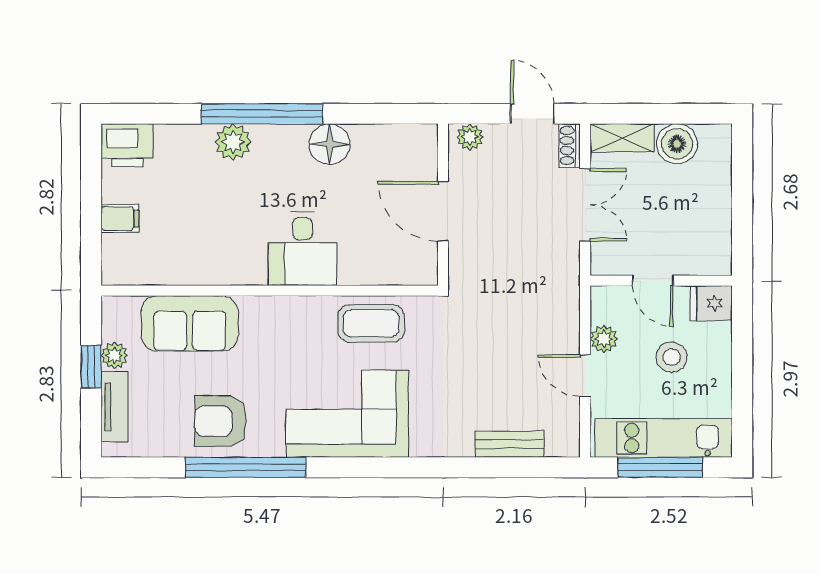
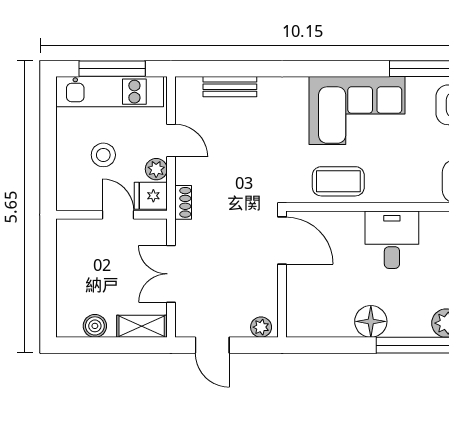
boiler: (677, 144) -> (95, 326), width x0.73, depth x0.73
shoe rack: (570, 145) -> (183, 202), moved
door: (443, 211) -> (282, 240), moved
fridge: (711, 303) -> (151, 196), moved, turned 180

